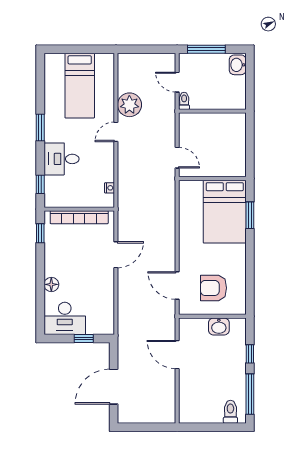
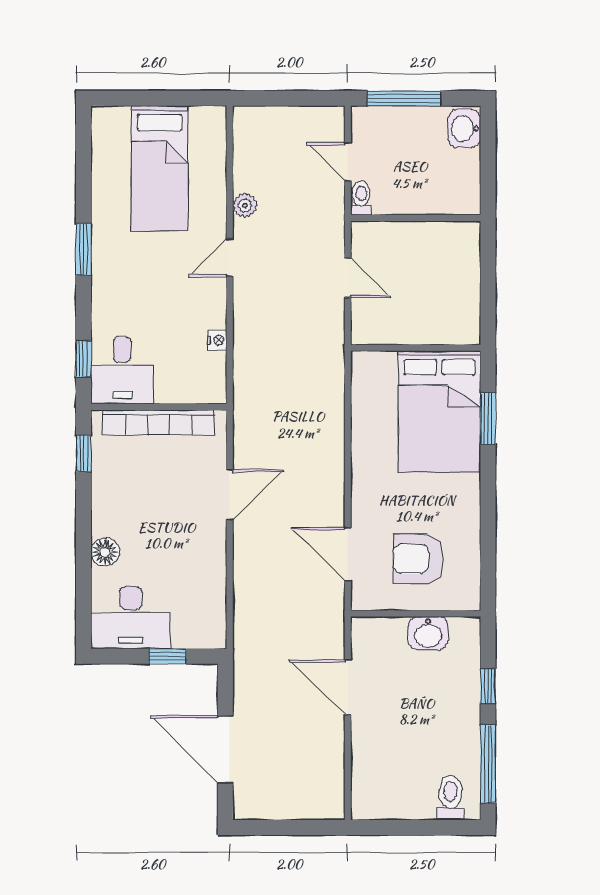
plant: (129, 105) -> (245, 206), width x0.53, depth x0.53
door: (177, 158) -> (348, 278), moved
desk: (61, 159) -> (122, 370), moved, turned -90
nightstand: (110, 188) -> (217, 340), moved
door: (114, 387) -> (225, 749), hinge flipped

